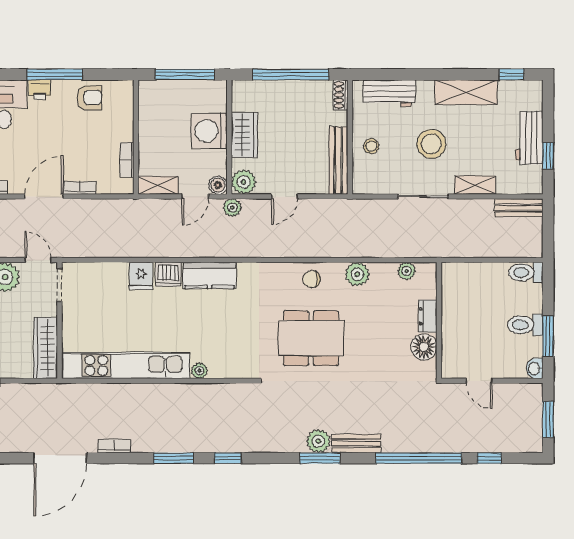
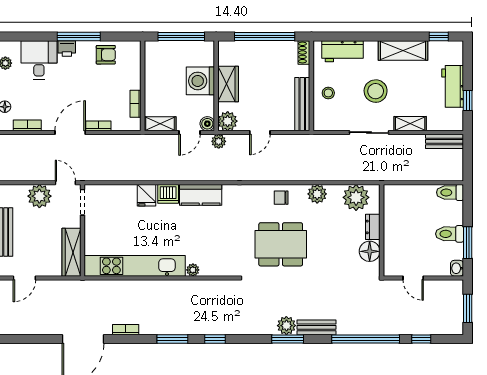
plant: (407, 271) -> (356, 197), width x1.88, depth x1.88

